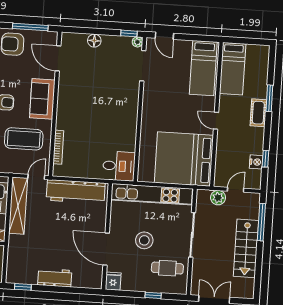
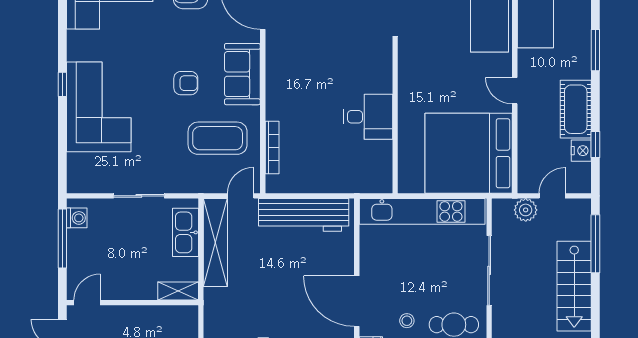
cot: (258, 113) -> (576, 109), moved, width x1.37, depth x1.34
desk: (119, 166) -> (368, 117), moved
stool: (144, 240) -> (407, 321), moved, width x0.53, depth x0.53

